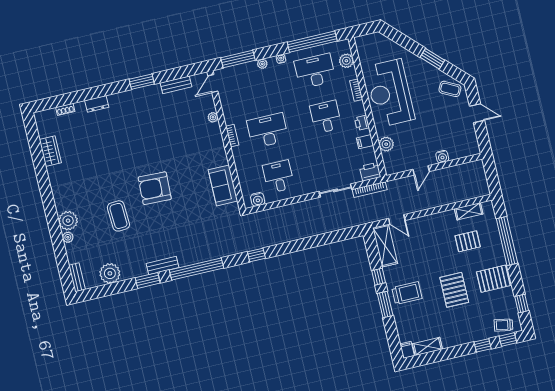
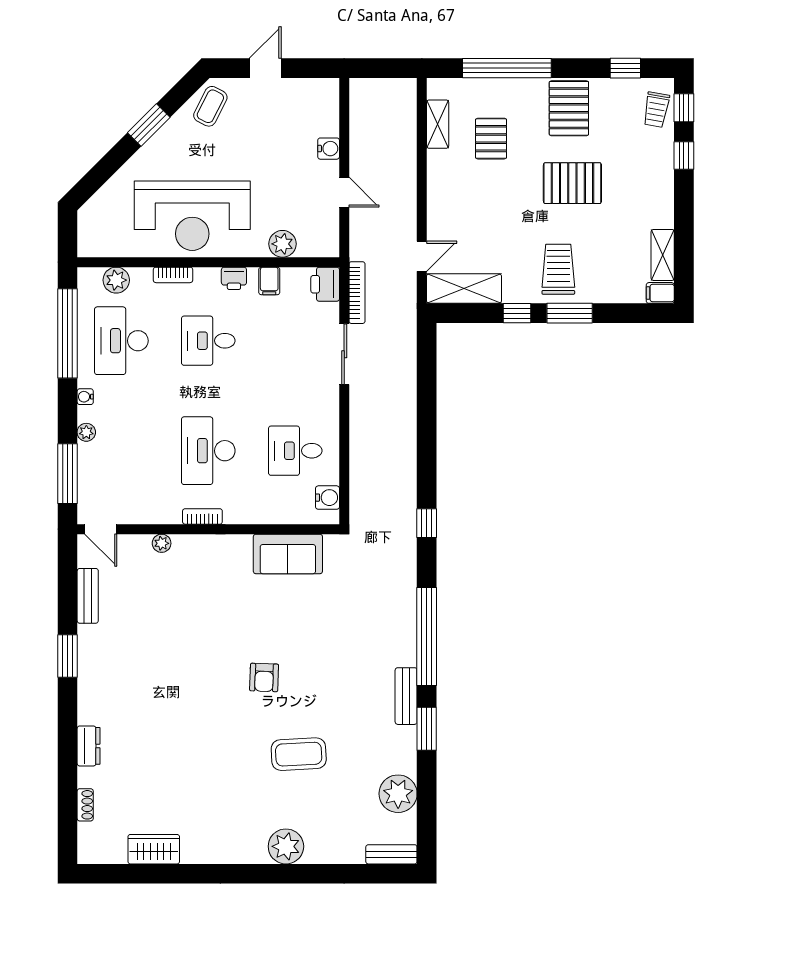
armchair: (155, 188) -> (264, 677), width x0.53, depth x0.53
plant: (68, 237) -> (316, 854), removed

